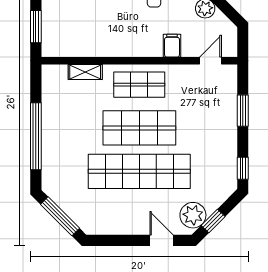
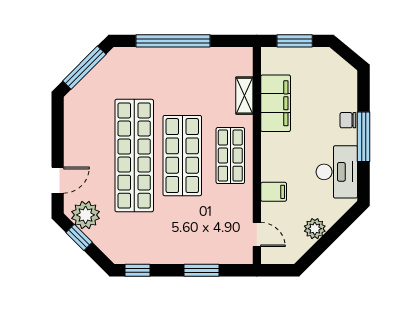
filing cabinet: (92, 44) -> (276, 103), added

